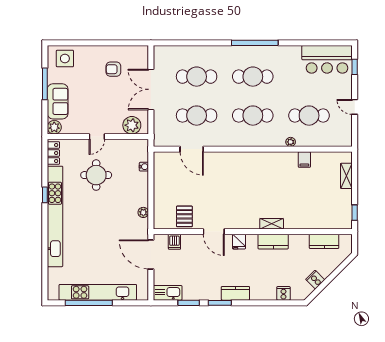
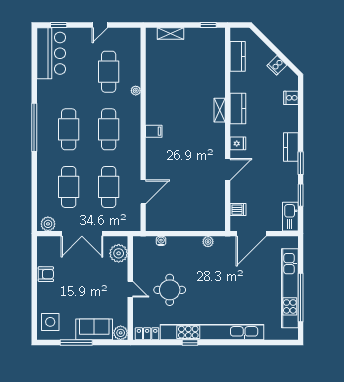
plant: (161, 56) -> (48, 224), added
armchair: (113, 69) -> (46, 274), moved, turned -90
filing cabinet: (304, 160) -> (154, 131), moved
pallet: (184, 216) -> (212, 199), removed

